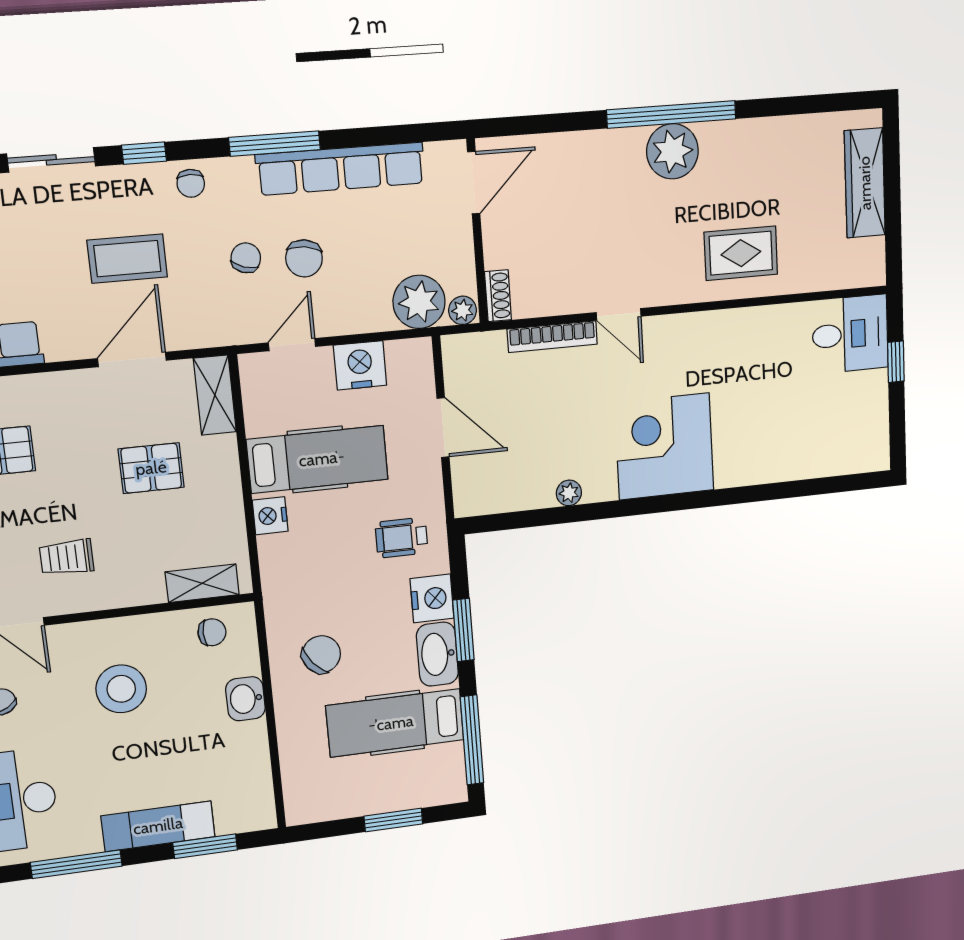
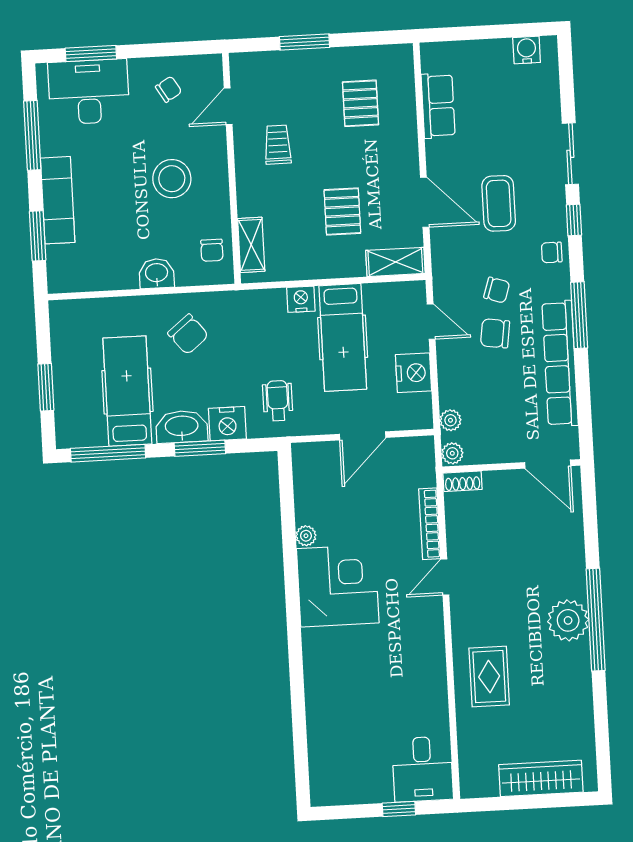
plant: (419, 302) -> (450, 420), width x0.53, depth x0.53
corner desk: (664, 446) -> (338, 586), moved

